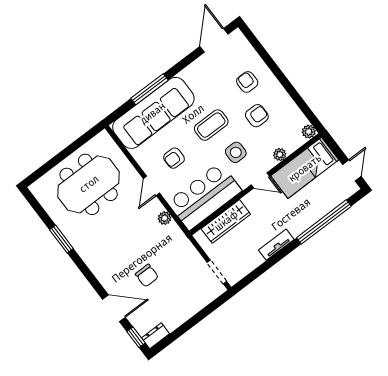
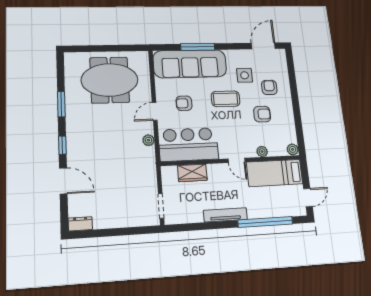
side table: (236, 152) -> (245, 75), moved
wardrobe: (226, 221) -> (192, 173), width x0.67
tv unit: (276, 245) -> (225, 215), width x1.41
chair: (147, 276) -> (106, 173), removed
window: (136, 337) -> (62, 145), moved

